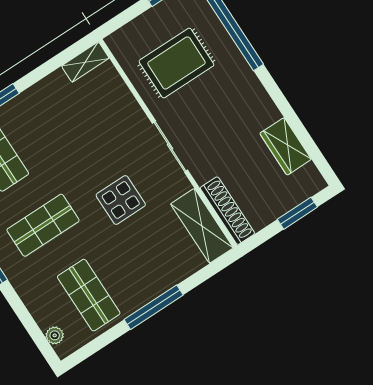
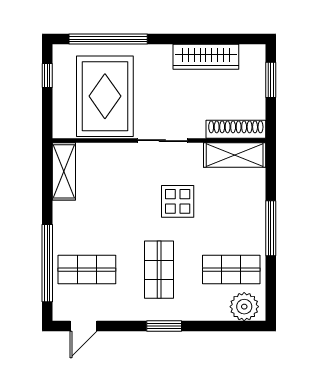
shelving: (85, 62) -> (64, 171), width x1.50, depth x1.33
rug: (176, 63) -> (105, 96), width x1.37, depth x1.44
wardrobe: (286, 146) -> (206, 57), width x1.50
plant: (55, 335) -> (244, 307), width x1.88, depth x1.88

